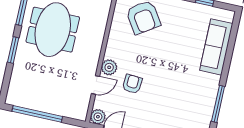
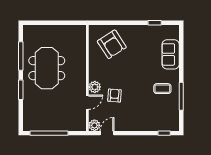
sofa: (216, 47) -> (171, 54), width x0.73
coffee table: (196, 89) -> (162, 89), added

